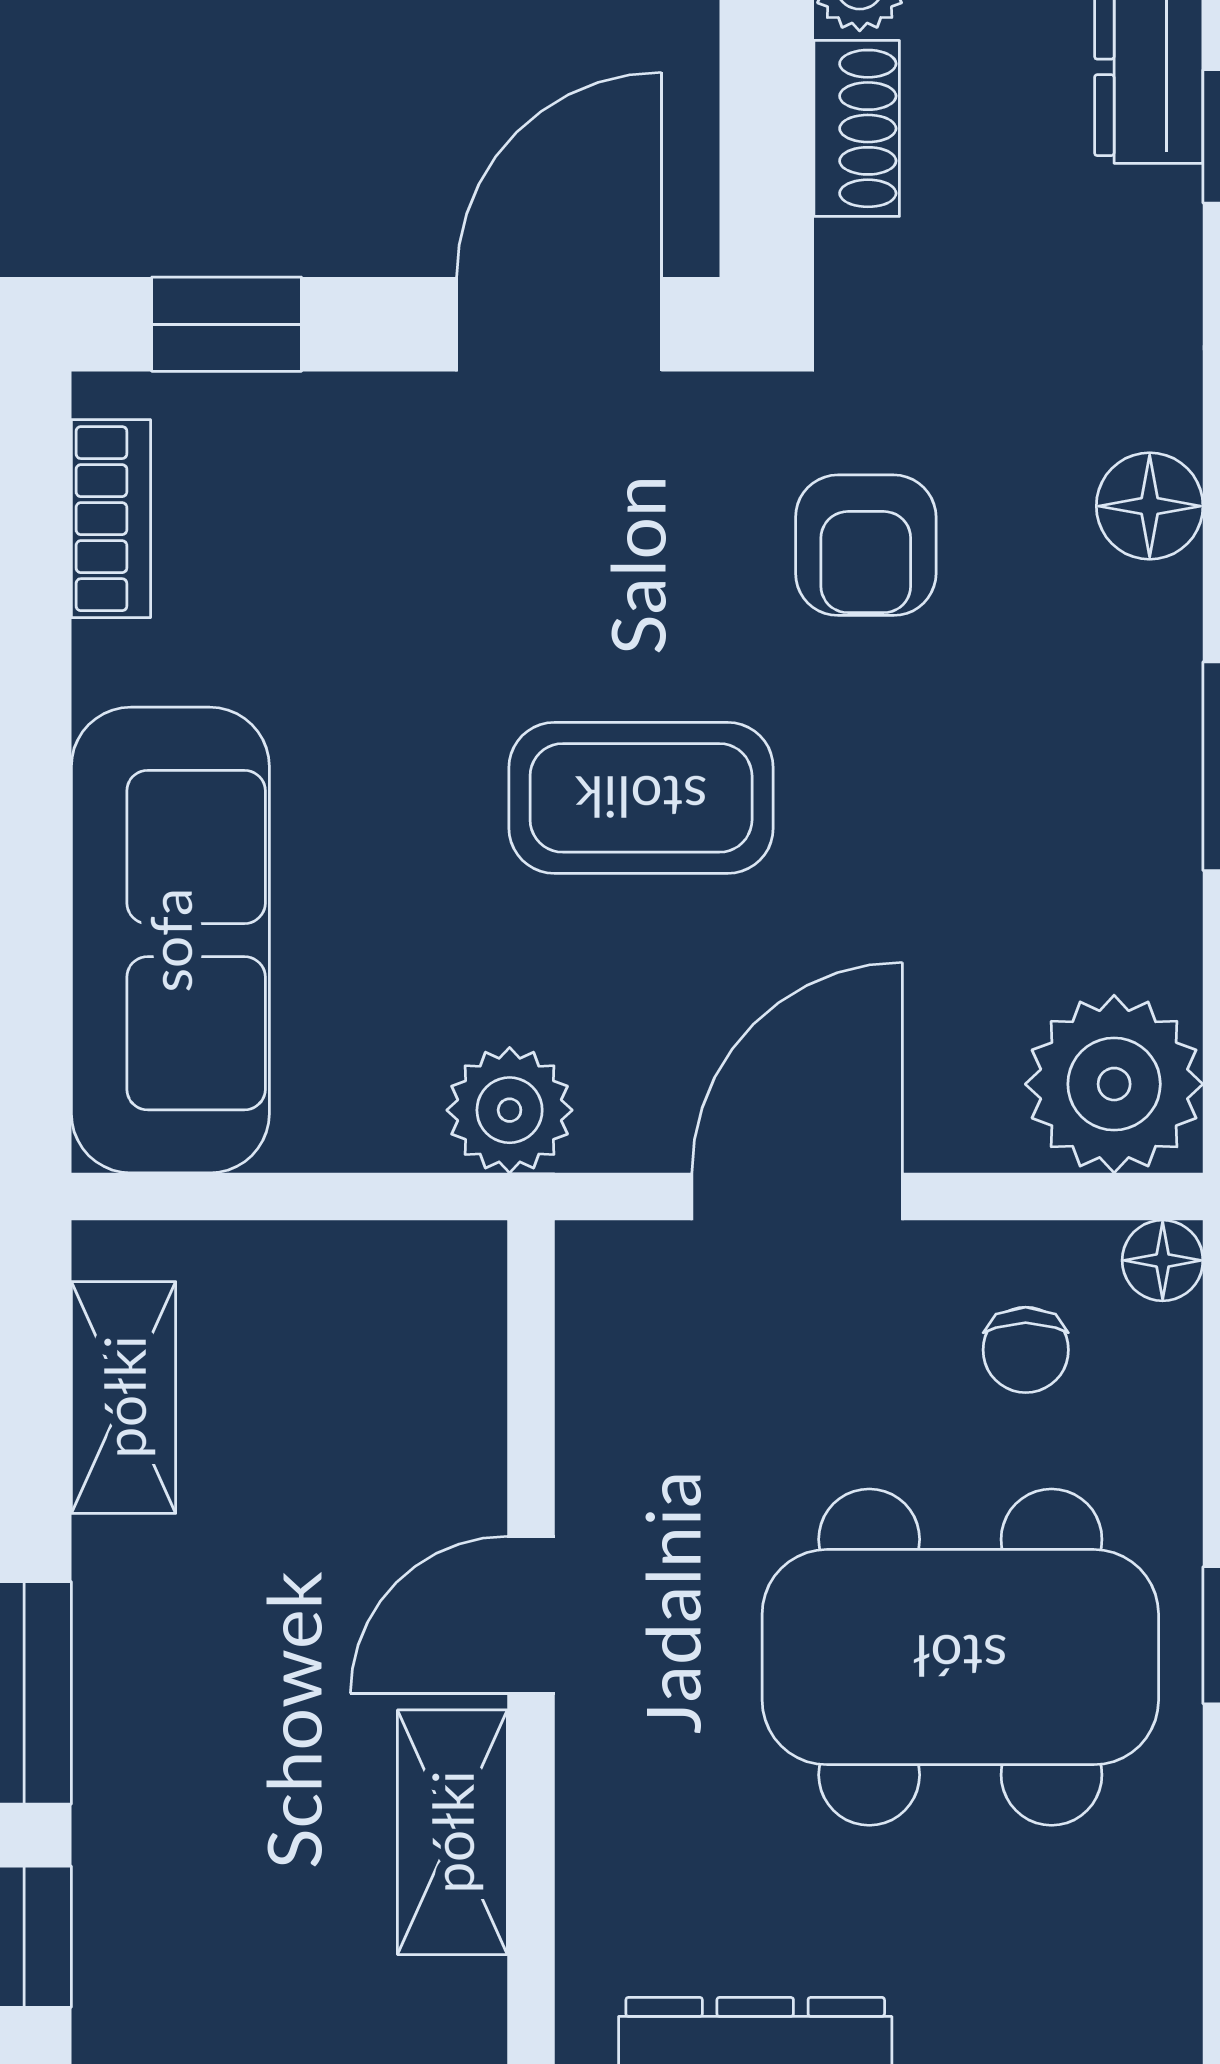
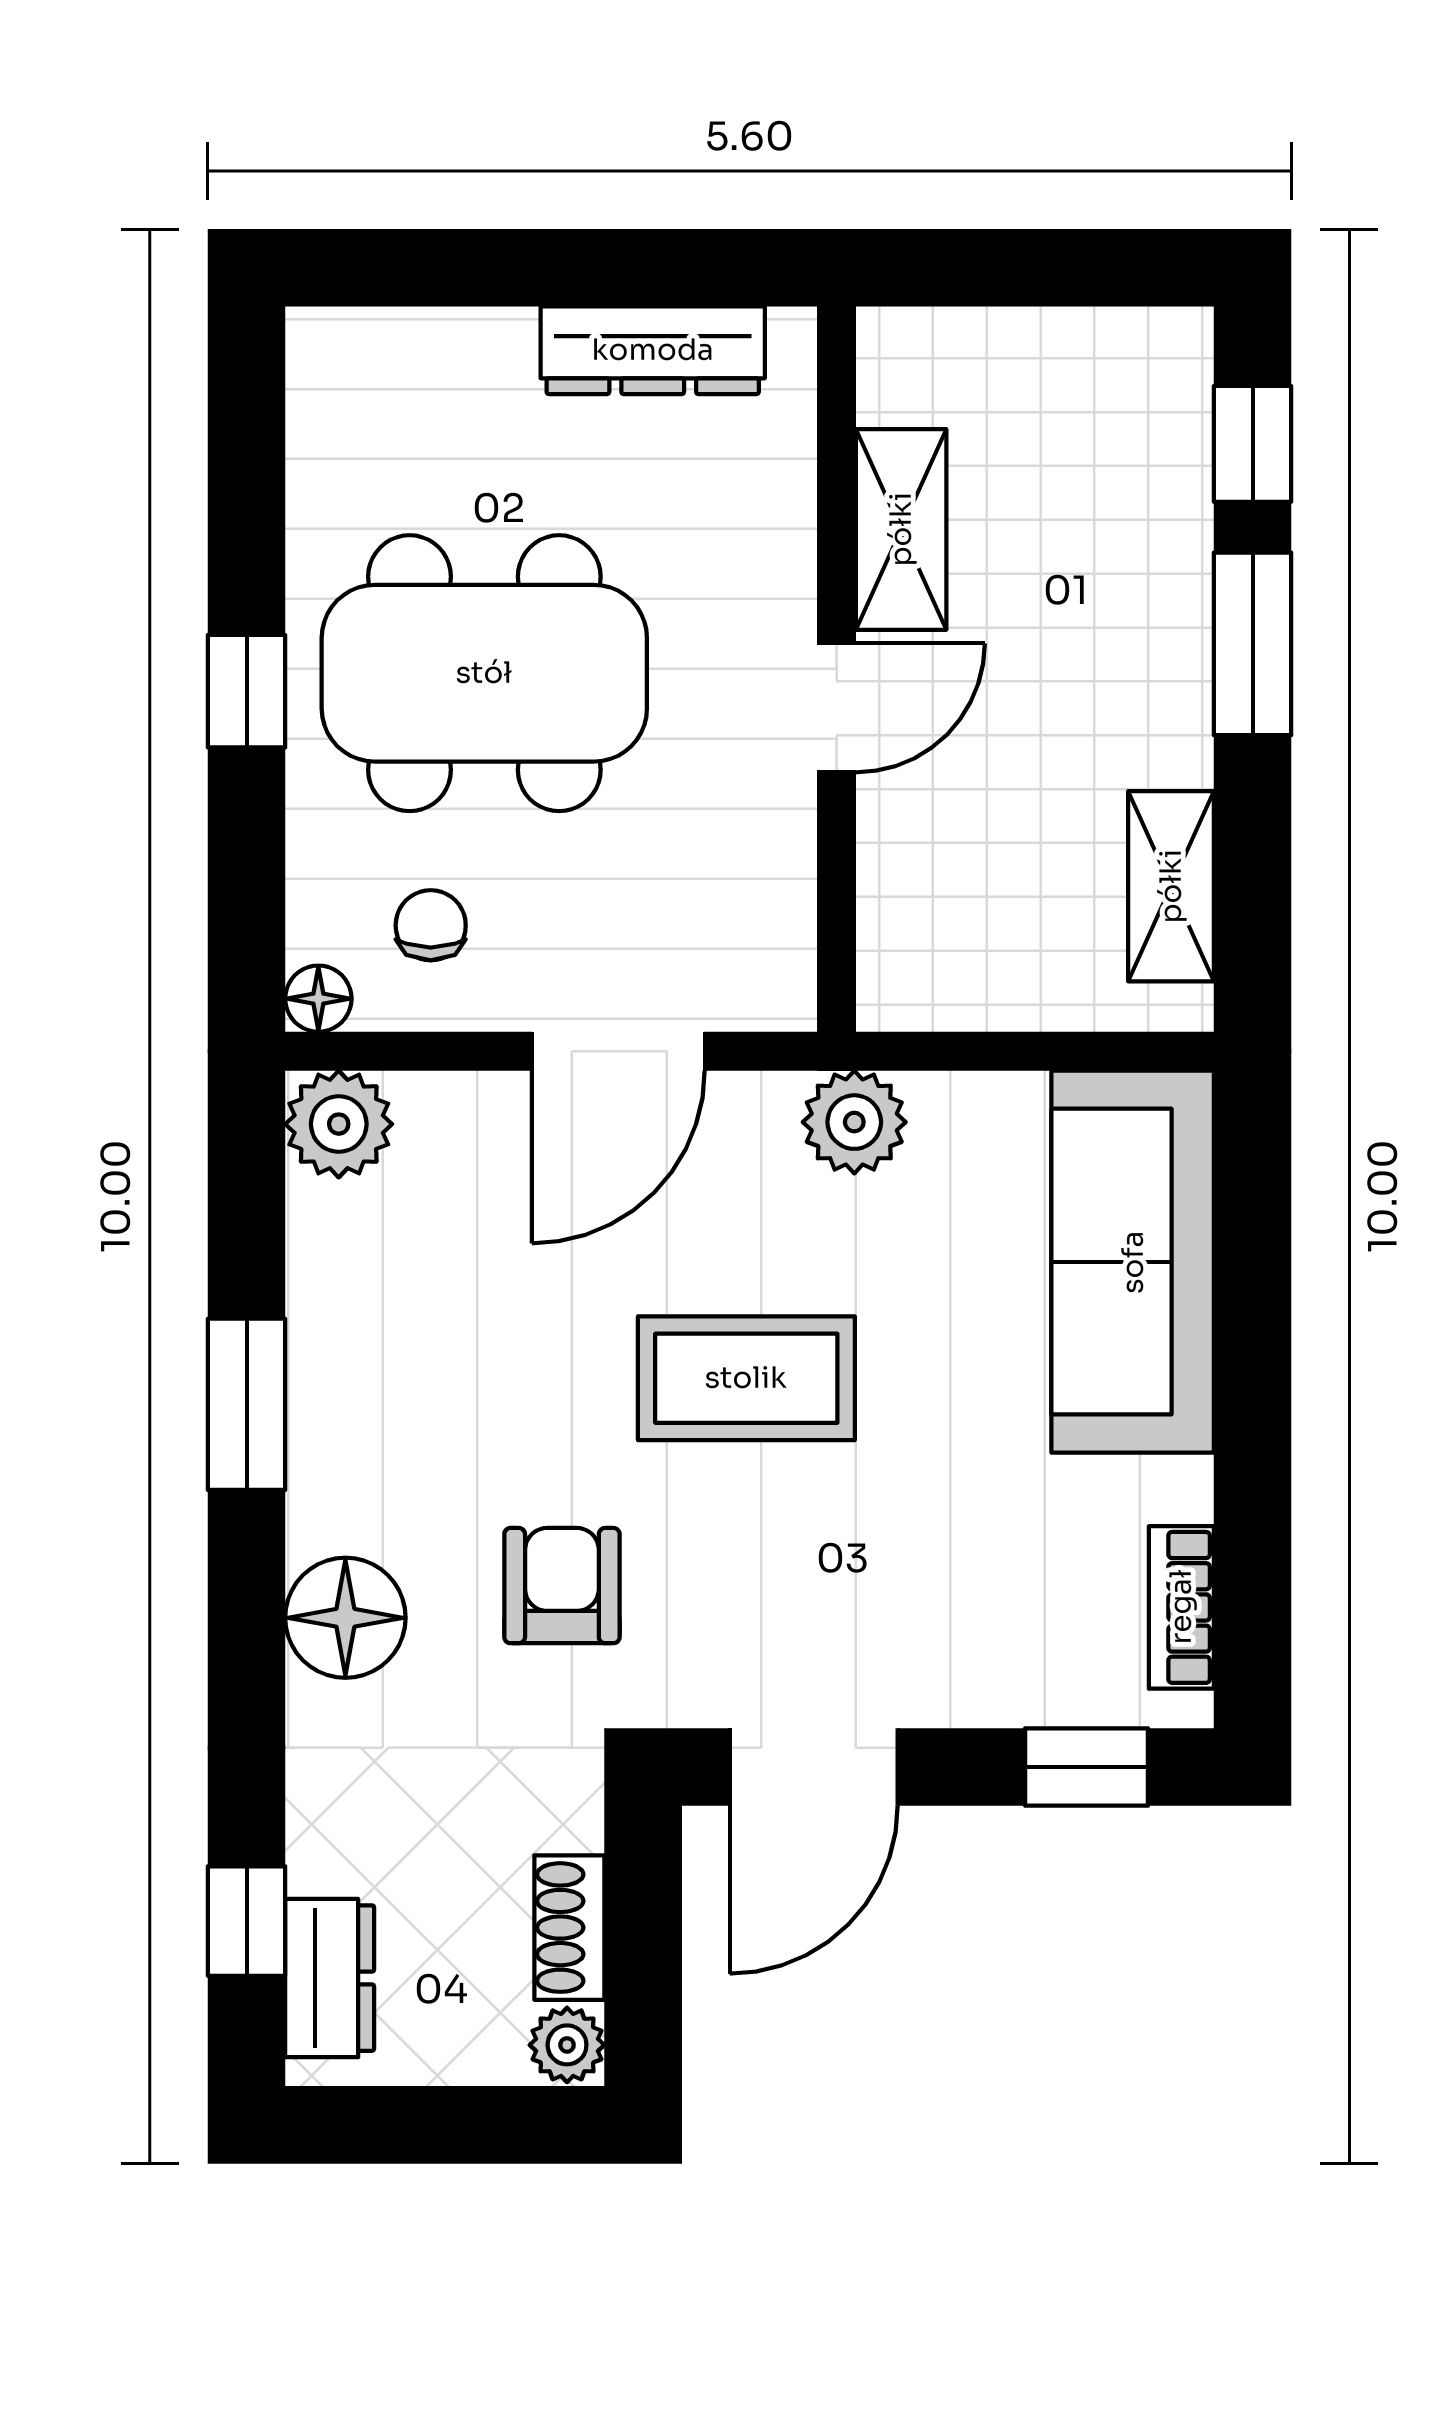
floor lamp: (1150, 506) -> (345, 1618), width x1.38, depth x1.38
plant: (1114, 1084) -> (339, 1124), width x0.73, depth x0.73

